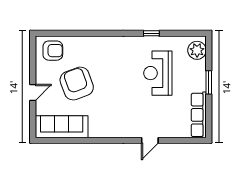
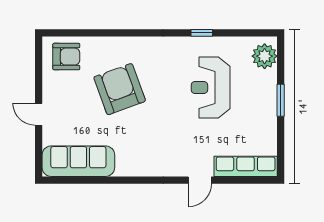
armchair: (77, 84) -> (120, 89), moved
door: (33, 92) -> (39, 114), swing flipped
row of seats: (199, 115) -> (246, 166), moved, turned 90

